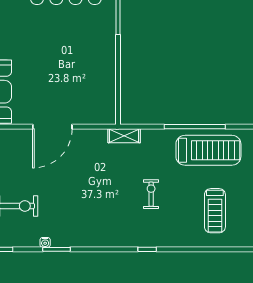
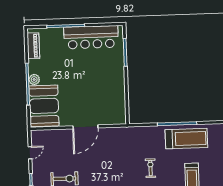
shelving: (124, 136) -> (132, 131), removed

